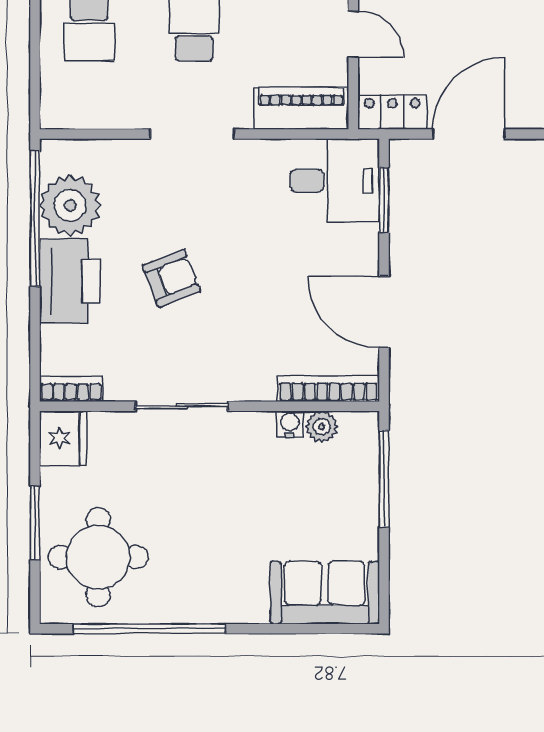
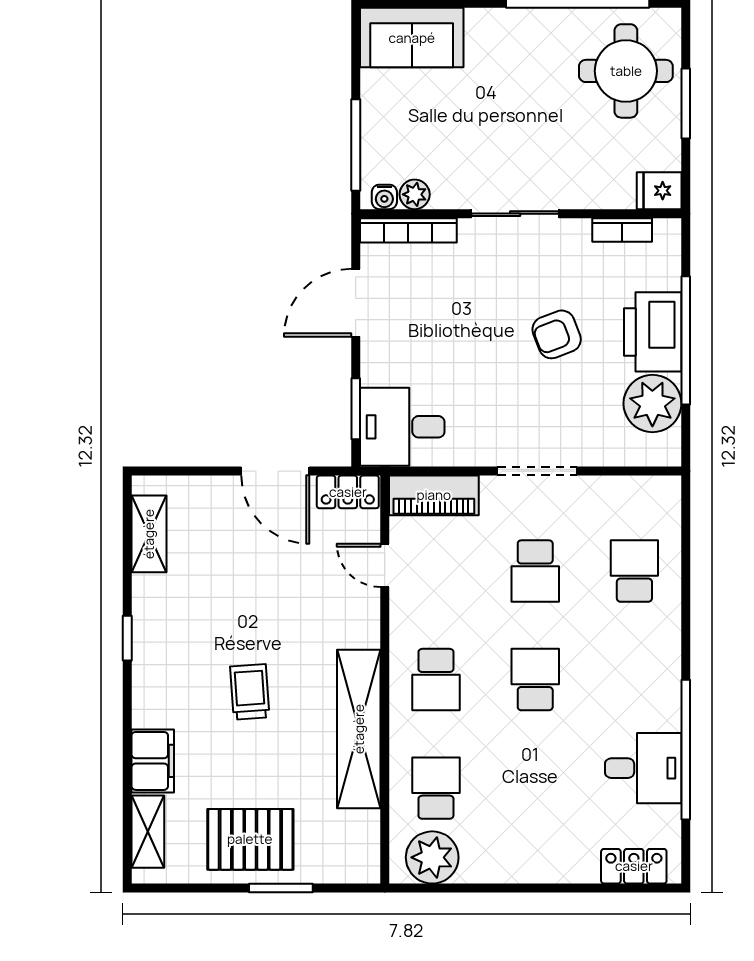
door: (469, 134) -> (275, 471), hinge flipped
window: (35, 218) -> (686, 340), moved
door: (384, 312) -> (356, 303), swing flipped
bookcase: (71, 389) -> (622, 230), moved
sliding door: (182, 406) -> (515, 214), moved
water cooler: (290, 424) -> (384, 197), moved
fridge: (63, 438) -> (659, 191), width x0.72

